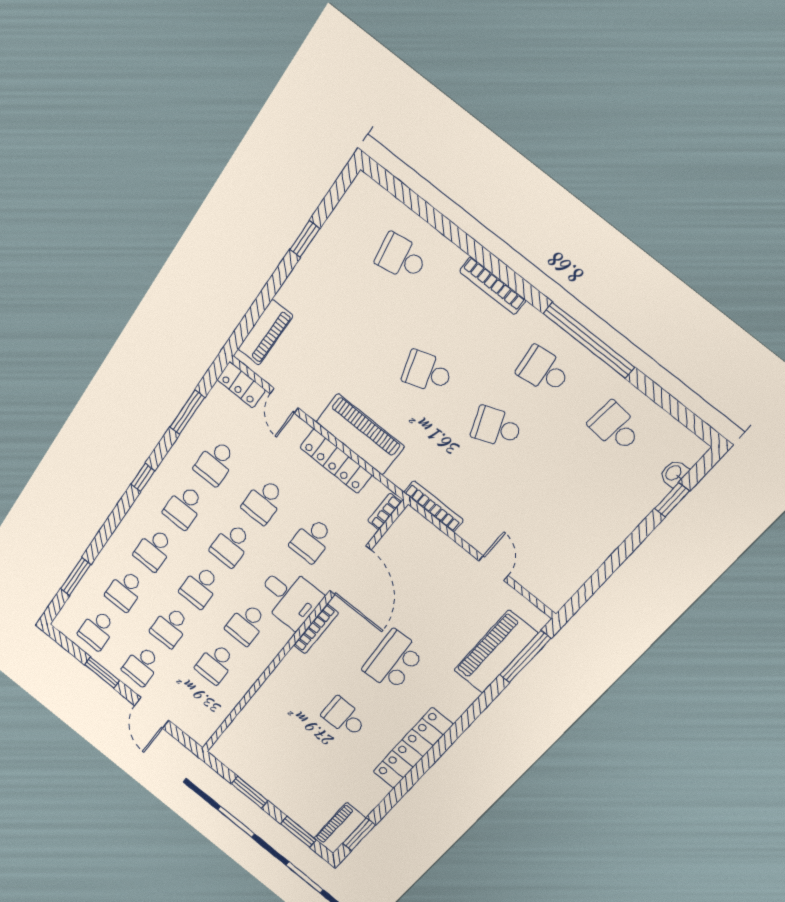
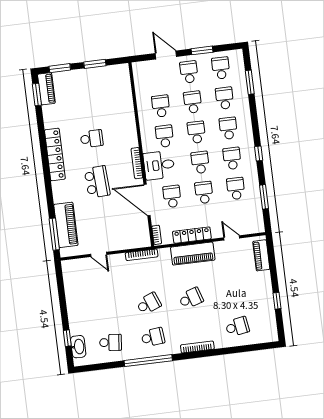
locker: (241, 385) -> (253, 228), removed
washbasin: (674, 473) -> (78, 347), width x1.91, depth x1.45

